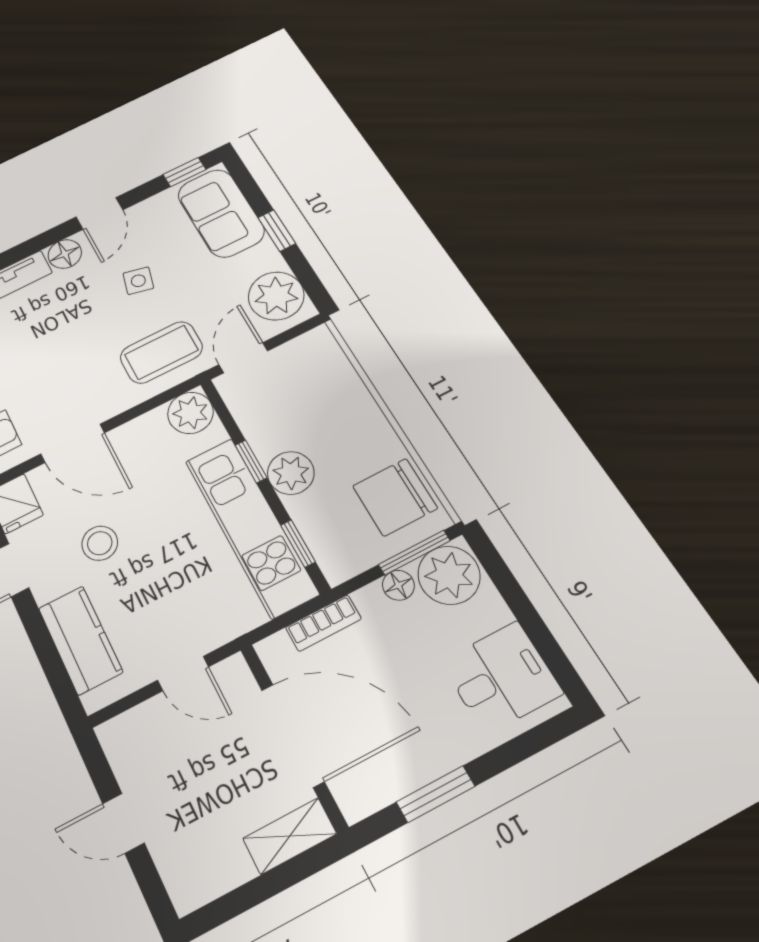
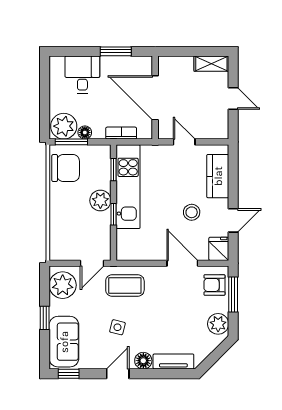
plant: (190, 413) -> (127, 250), removed
desk: (501, 677) -> (82, 75), moved, turned 90
shelving: (290, 836) -> (211, 64), moved

